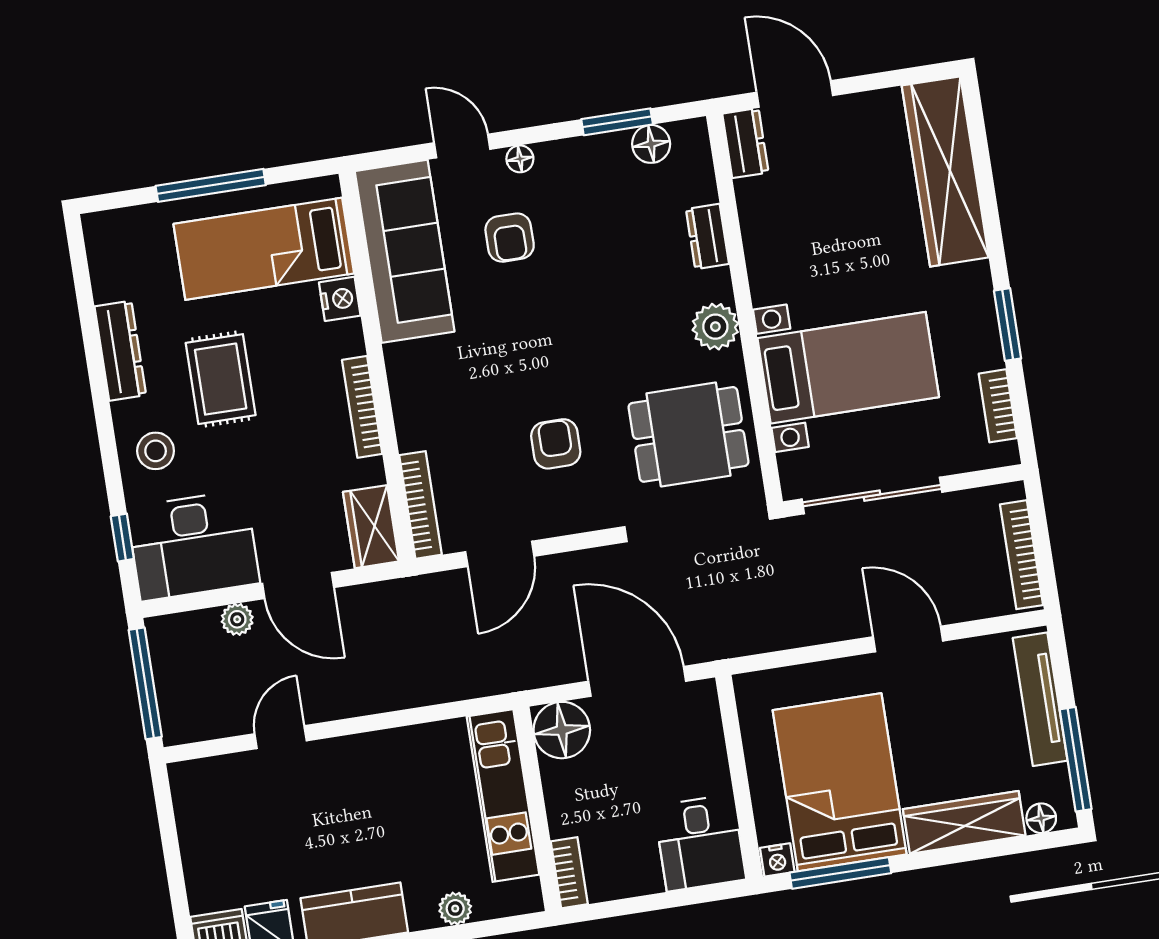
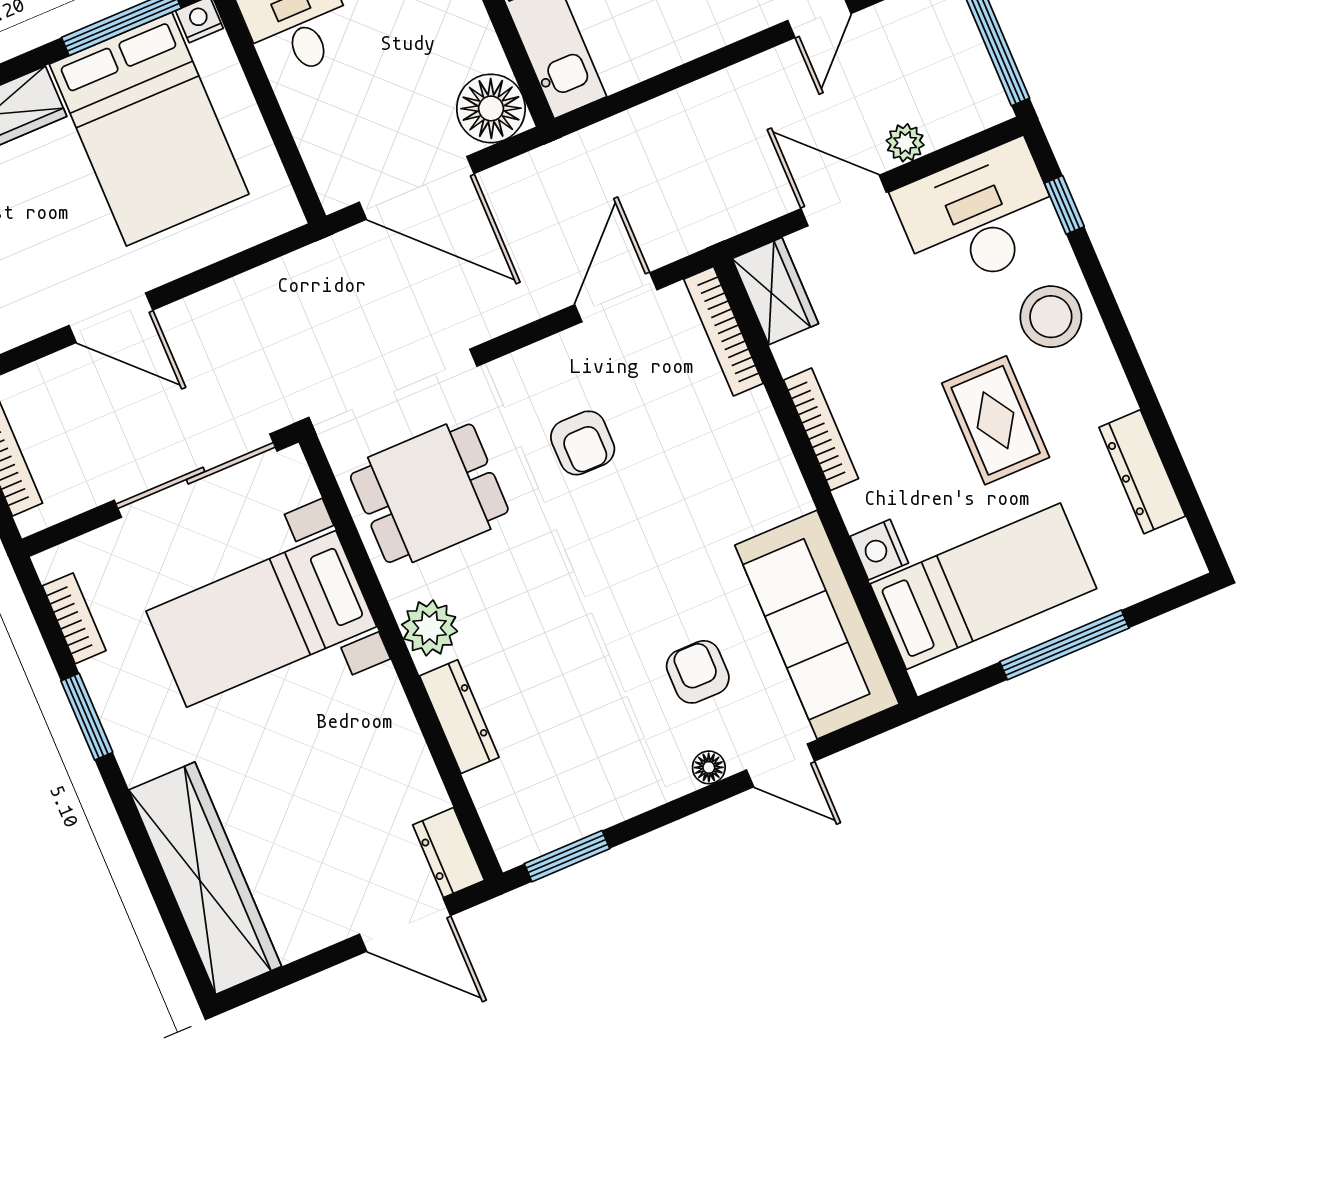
window: (617, 122) -> (567, 856), moved
floor lamp: (651, 144) -> (559, 824), removed
dresser: (707, 236) -> (459, 717), width x1.44
dresser: (120, 351) -> (1142, 472), moved
stool: (156, 451) -> (1051, 317), width x1.38, depth x1.38

